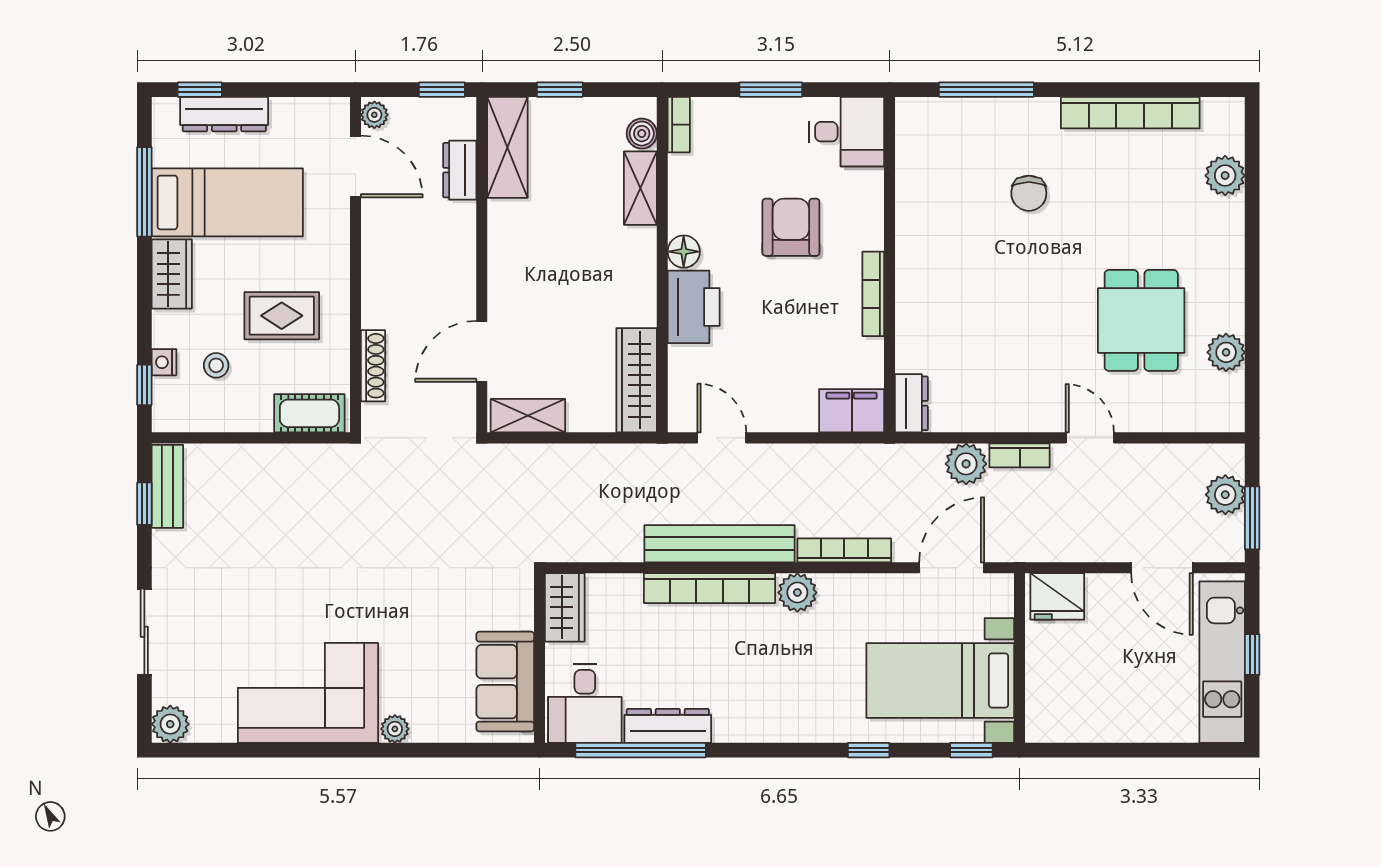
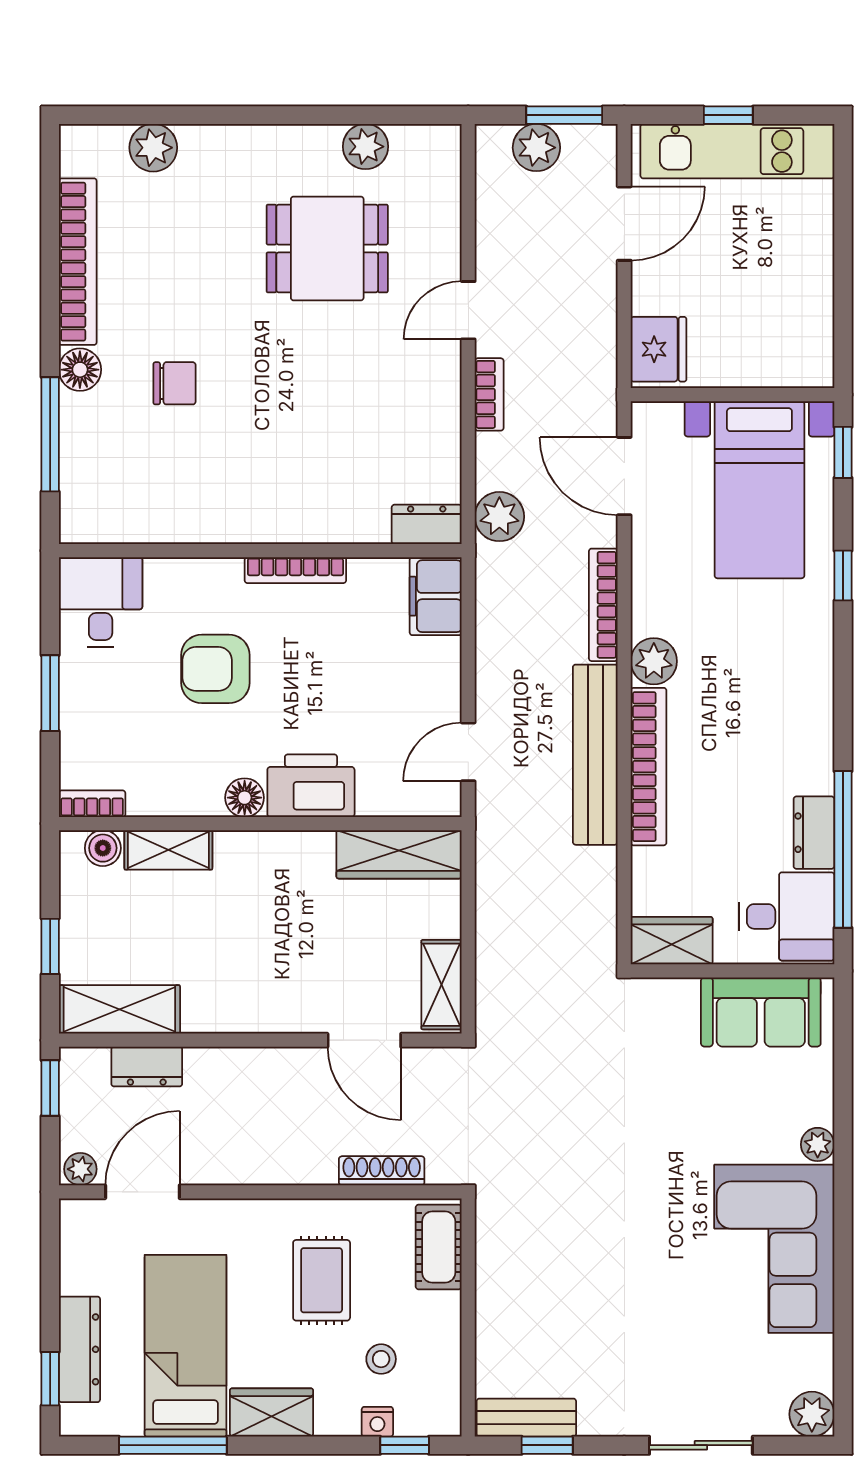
floor lamp: (1040, 115) -> (80, 370), added
plant: (966, 464) -> (499, 517), moved
dresser: (668, 726) -> (814, 833), width x0.70

